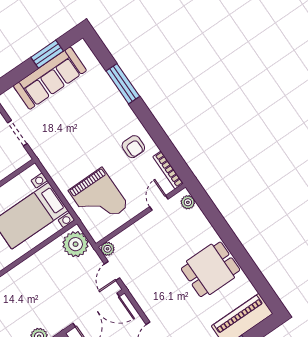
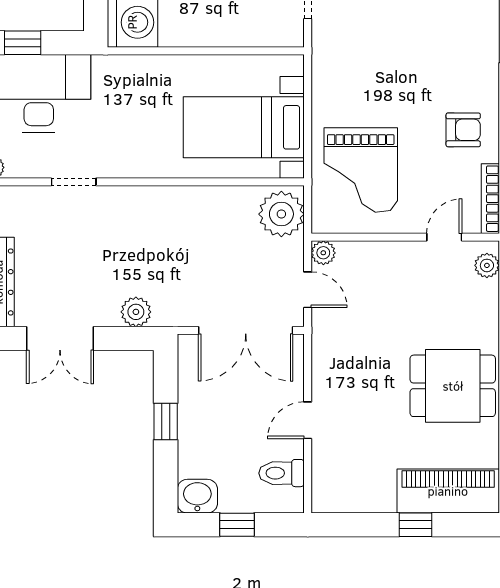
armchair: (133, 147) -> (463, 130), turned -90
door: (112, 271) -> (308, 290), swing flipped

